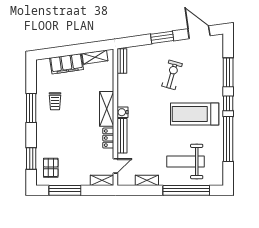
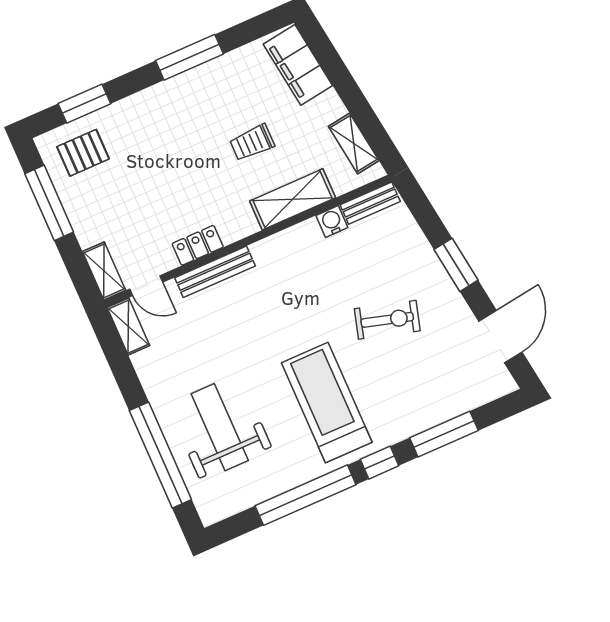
filing cabinet: (67, 64) -> (298, 65), moved
trolley: (55, 101) -> (252, 143), moved
shelving: (107, 109) -> (293, 199), moved
water cooler: (123, 112) -> (332, 221), moved
shelving: (147, 180) -> (128, 327), moved

